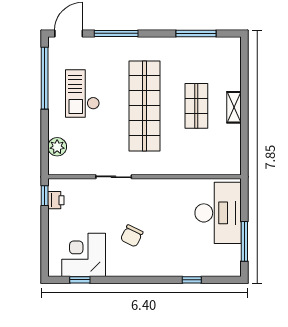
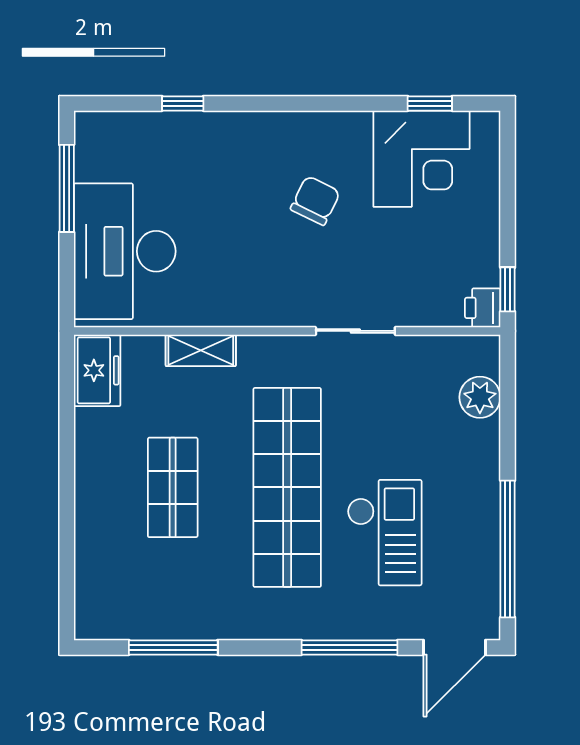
checkout: (82, 94) -> (385, 533), moved
shelving: (234, 107) -> (201, 350), moved, turned 90
freezer: (231, 159) -> (97, 370), added
printer: (56, 200) -> (483, 308), moved

